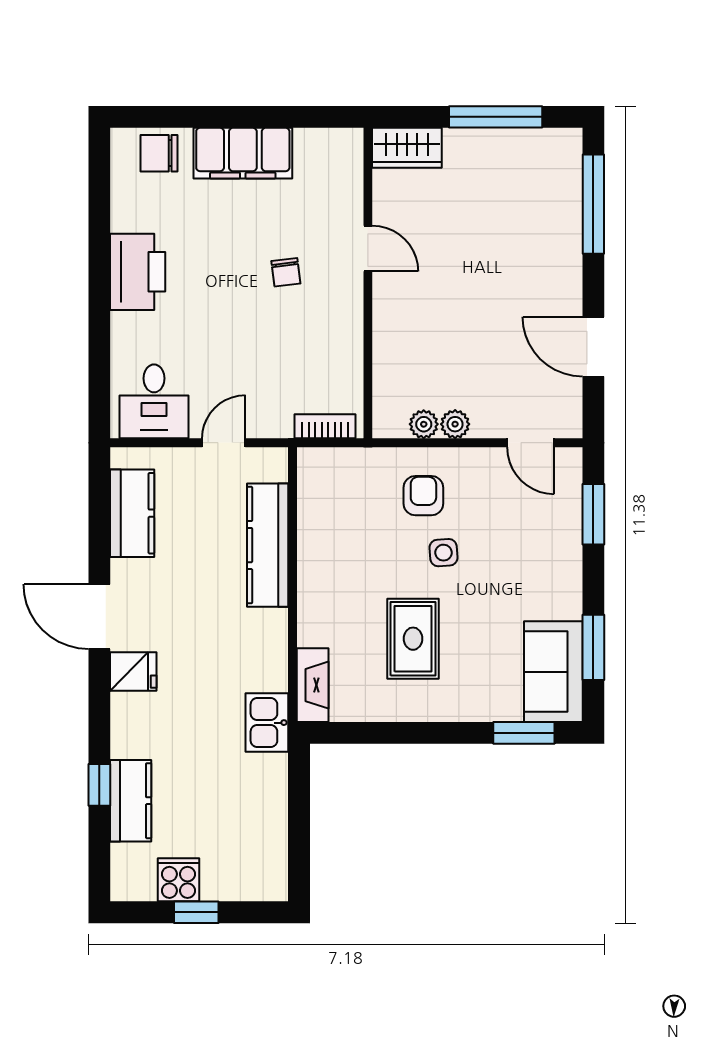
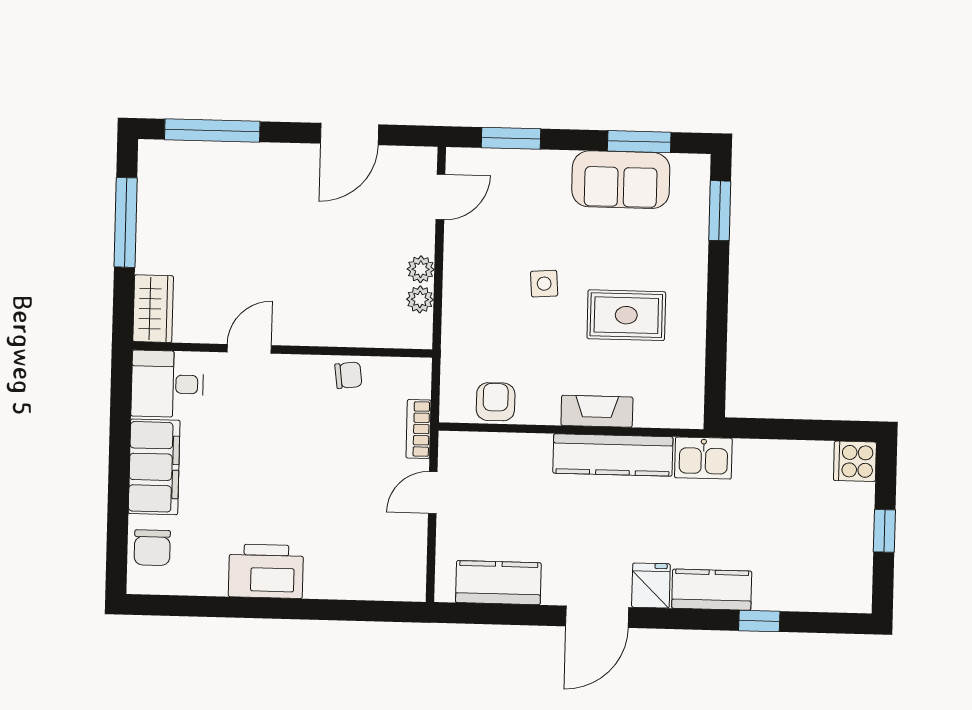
chair: (286, 272) -> (348, 375), moved
desk: (154, 401) -> (167, 384), moved, turned 180
bookcase: (325, 426) -> (418, 429), moved
door: (224, 443) -> (433, 493), hinge flipped
armchair: (423, 496) -> (496, 402), moved, turned 90
kitchen counter: (268, 545) -> (613, 455), moved
sofa: (553, 672) -> (621, 180), moved
fireplace: (313, 685) -> (597, 411), moved
kitchen counter: (131, 801) -> (712, 590), moved
cooker: (178, 880) -> (855, 461), moved

